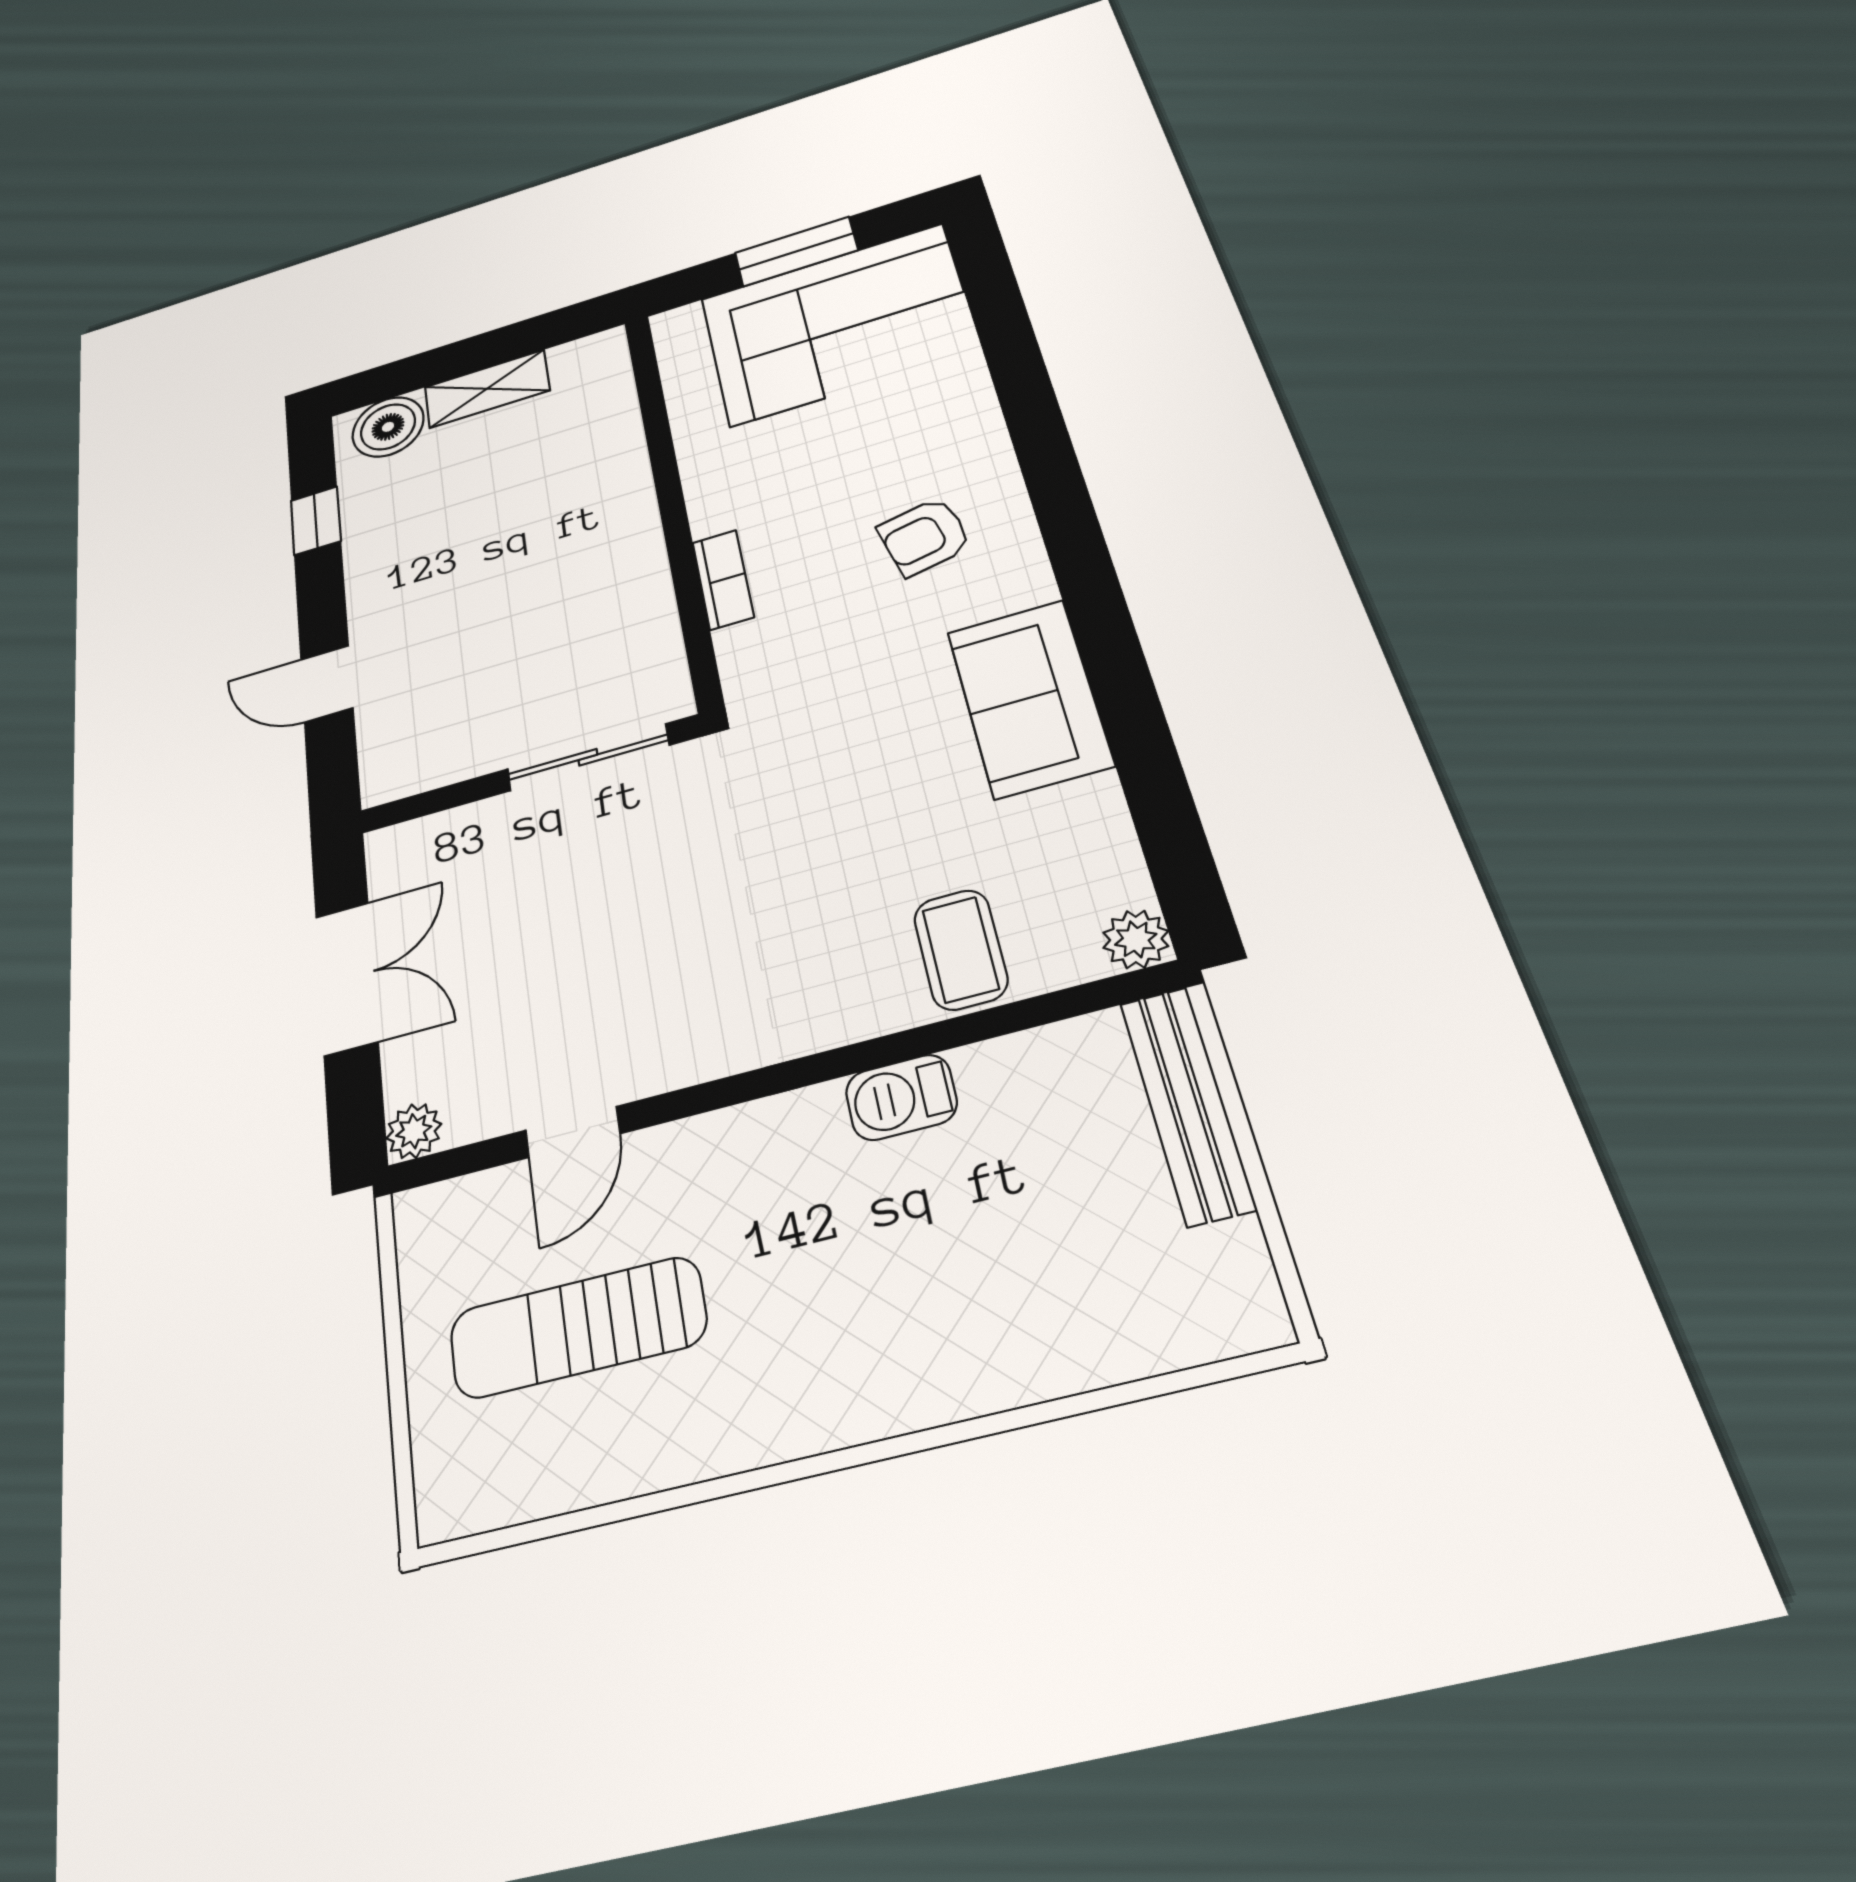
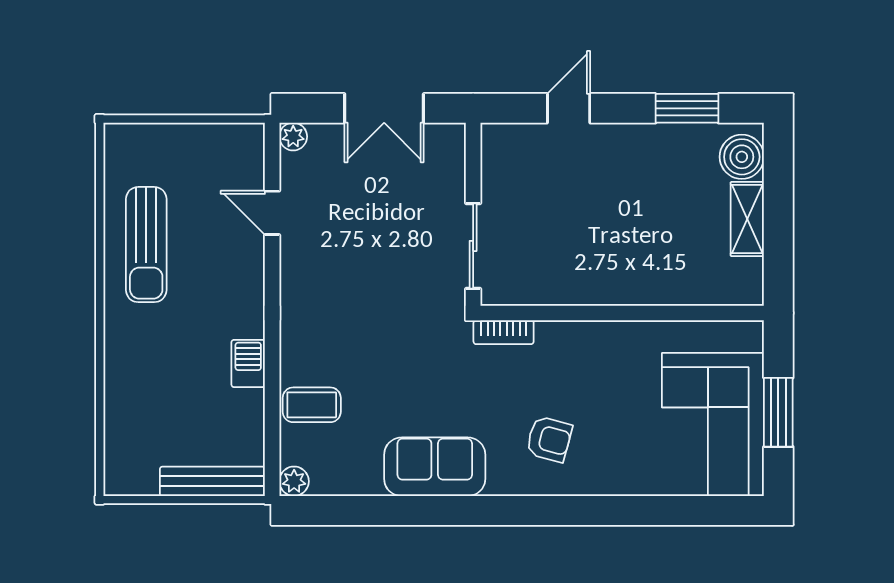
window: (316, 521) -> (687, 108), width x1.50
armchair: (924, 537) -> (549, 439), turned 117
bookcase: (723, 580) -> (504, 332), moved
sun lounger: (577, 1328) -> (146, 245), moved, turned 180

